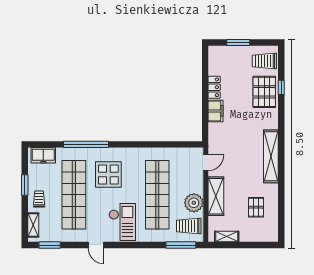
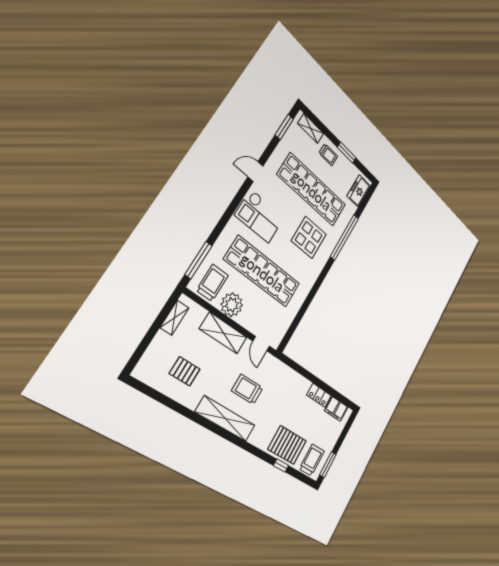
window: (238, 43) -> (328, 465), moved
filing cabinet: (215, 111) -> (336, 409), moved
trolley: (243, 152) -> (247, 389), added

